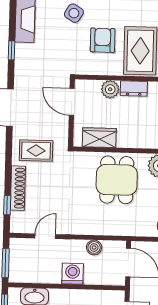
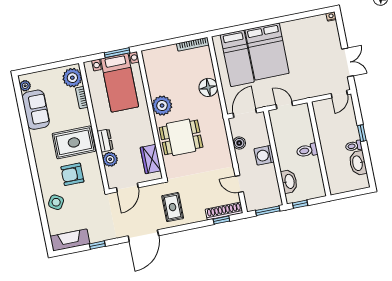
shoe rack: (18, 188) -> (224, 211), moved

